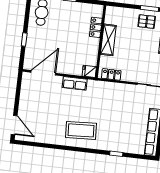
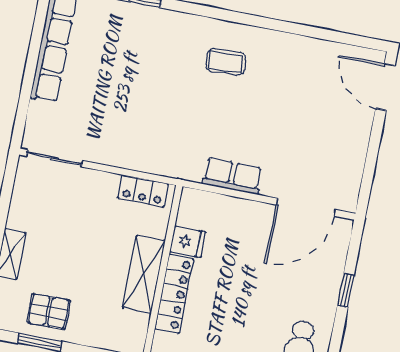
locker: (96, 27) -> (174, 294), width x1.53
fridge: (89, 71) -> (188, 242), moved
coffee table: (81, 130) -> (226, 62), width x0.54, depth x0.58

